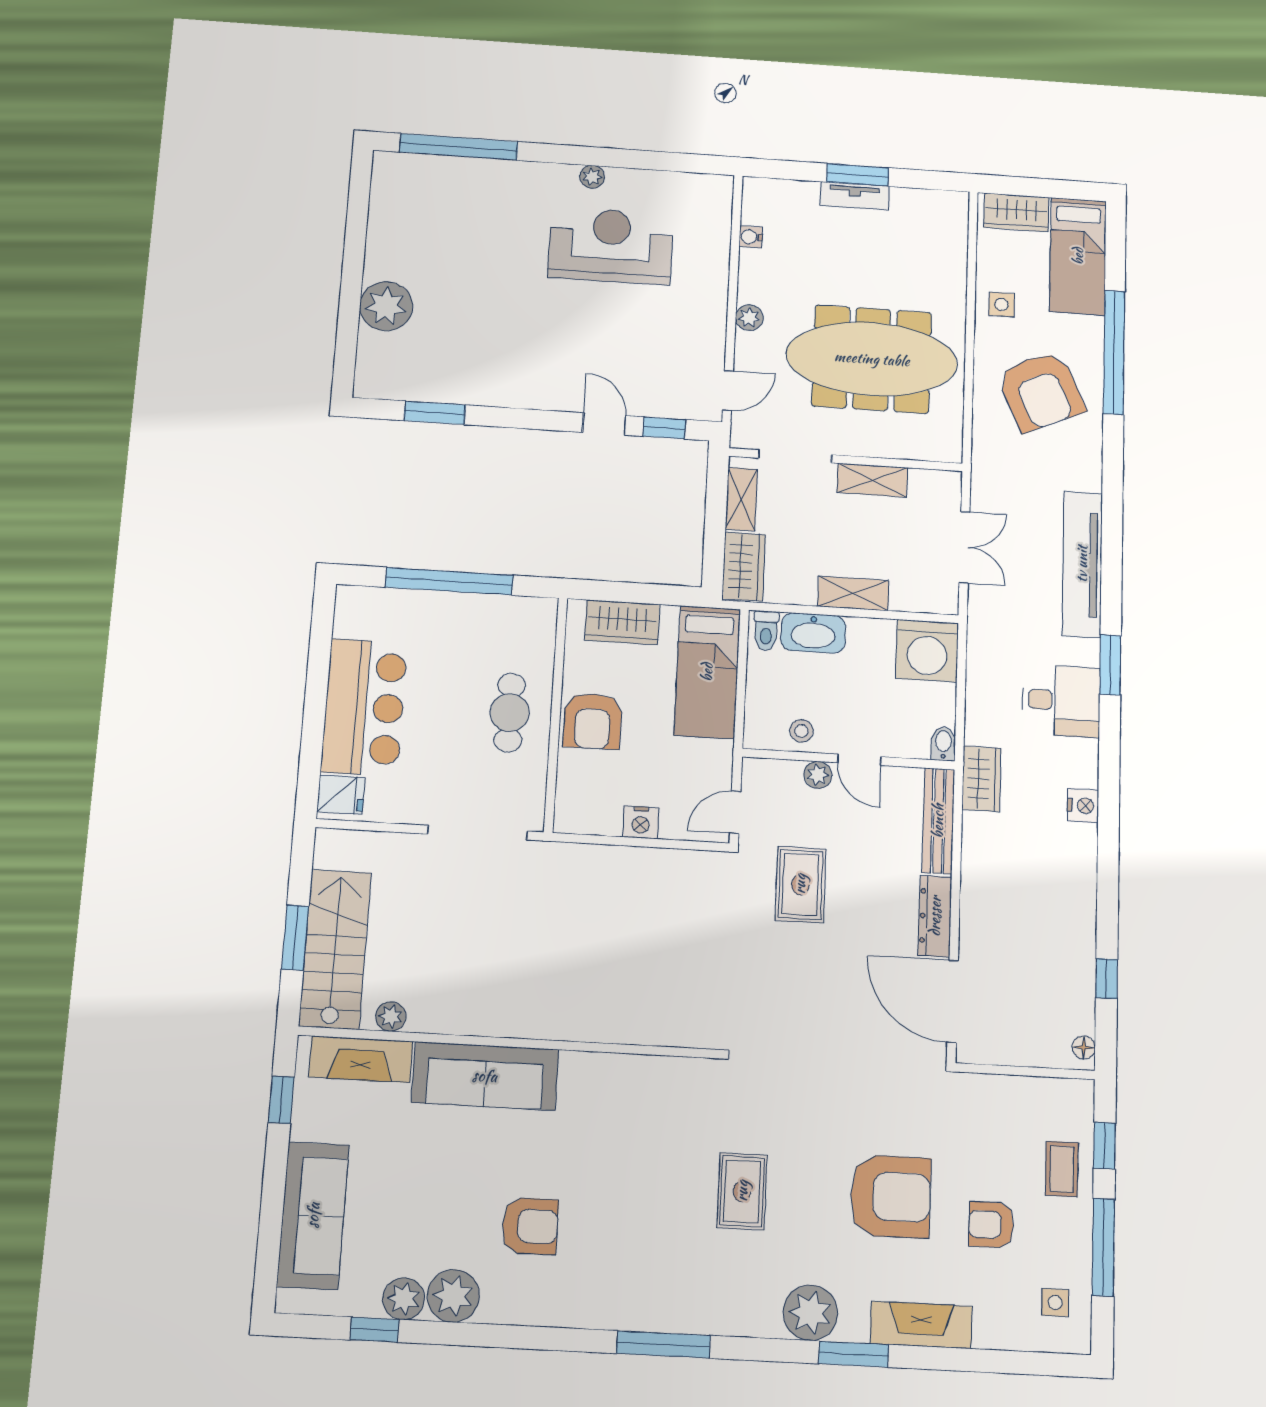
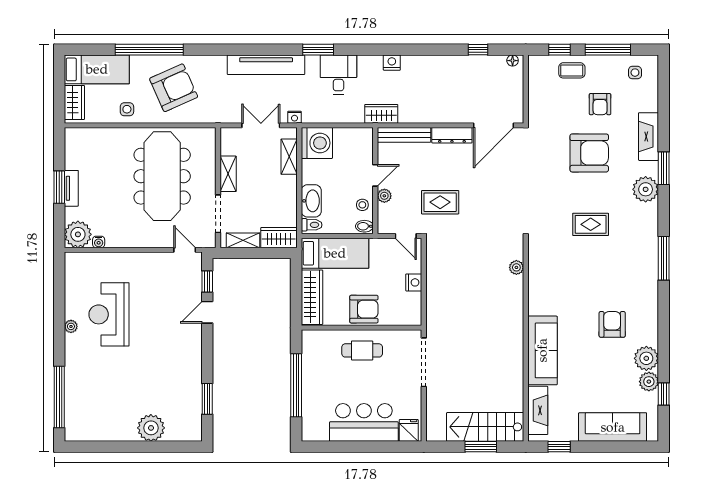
plant: (749, 318) -> (78, 234), moved, width x1.88, depth x1.88
shelving: (853, 593) -> (289, 157), moved
nightstand: (979, 612) -> (295, 117), added
wardrobe: (622, 622) -> (312, 297), width x1.50
bidet: (943, 744) -> (364, 226), moved
plant: (391, 1017) -> (516, 267), moved
armchair: (891, 1196) -> (589, 153), turned 90

